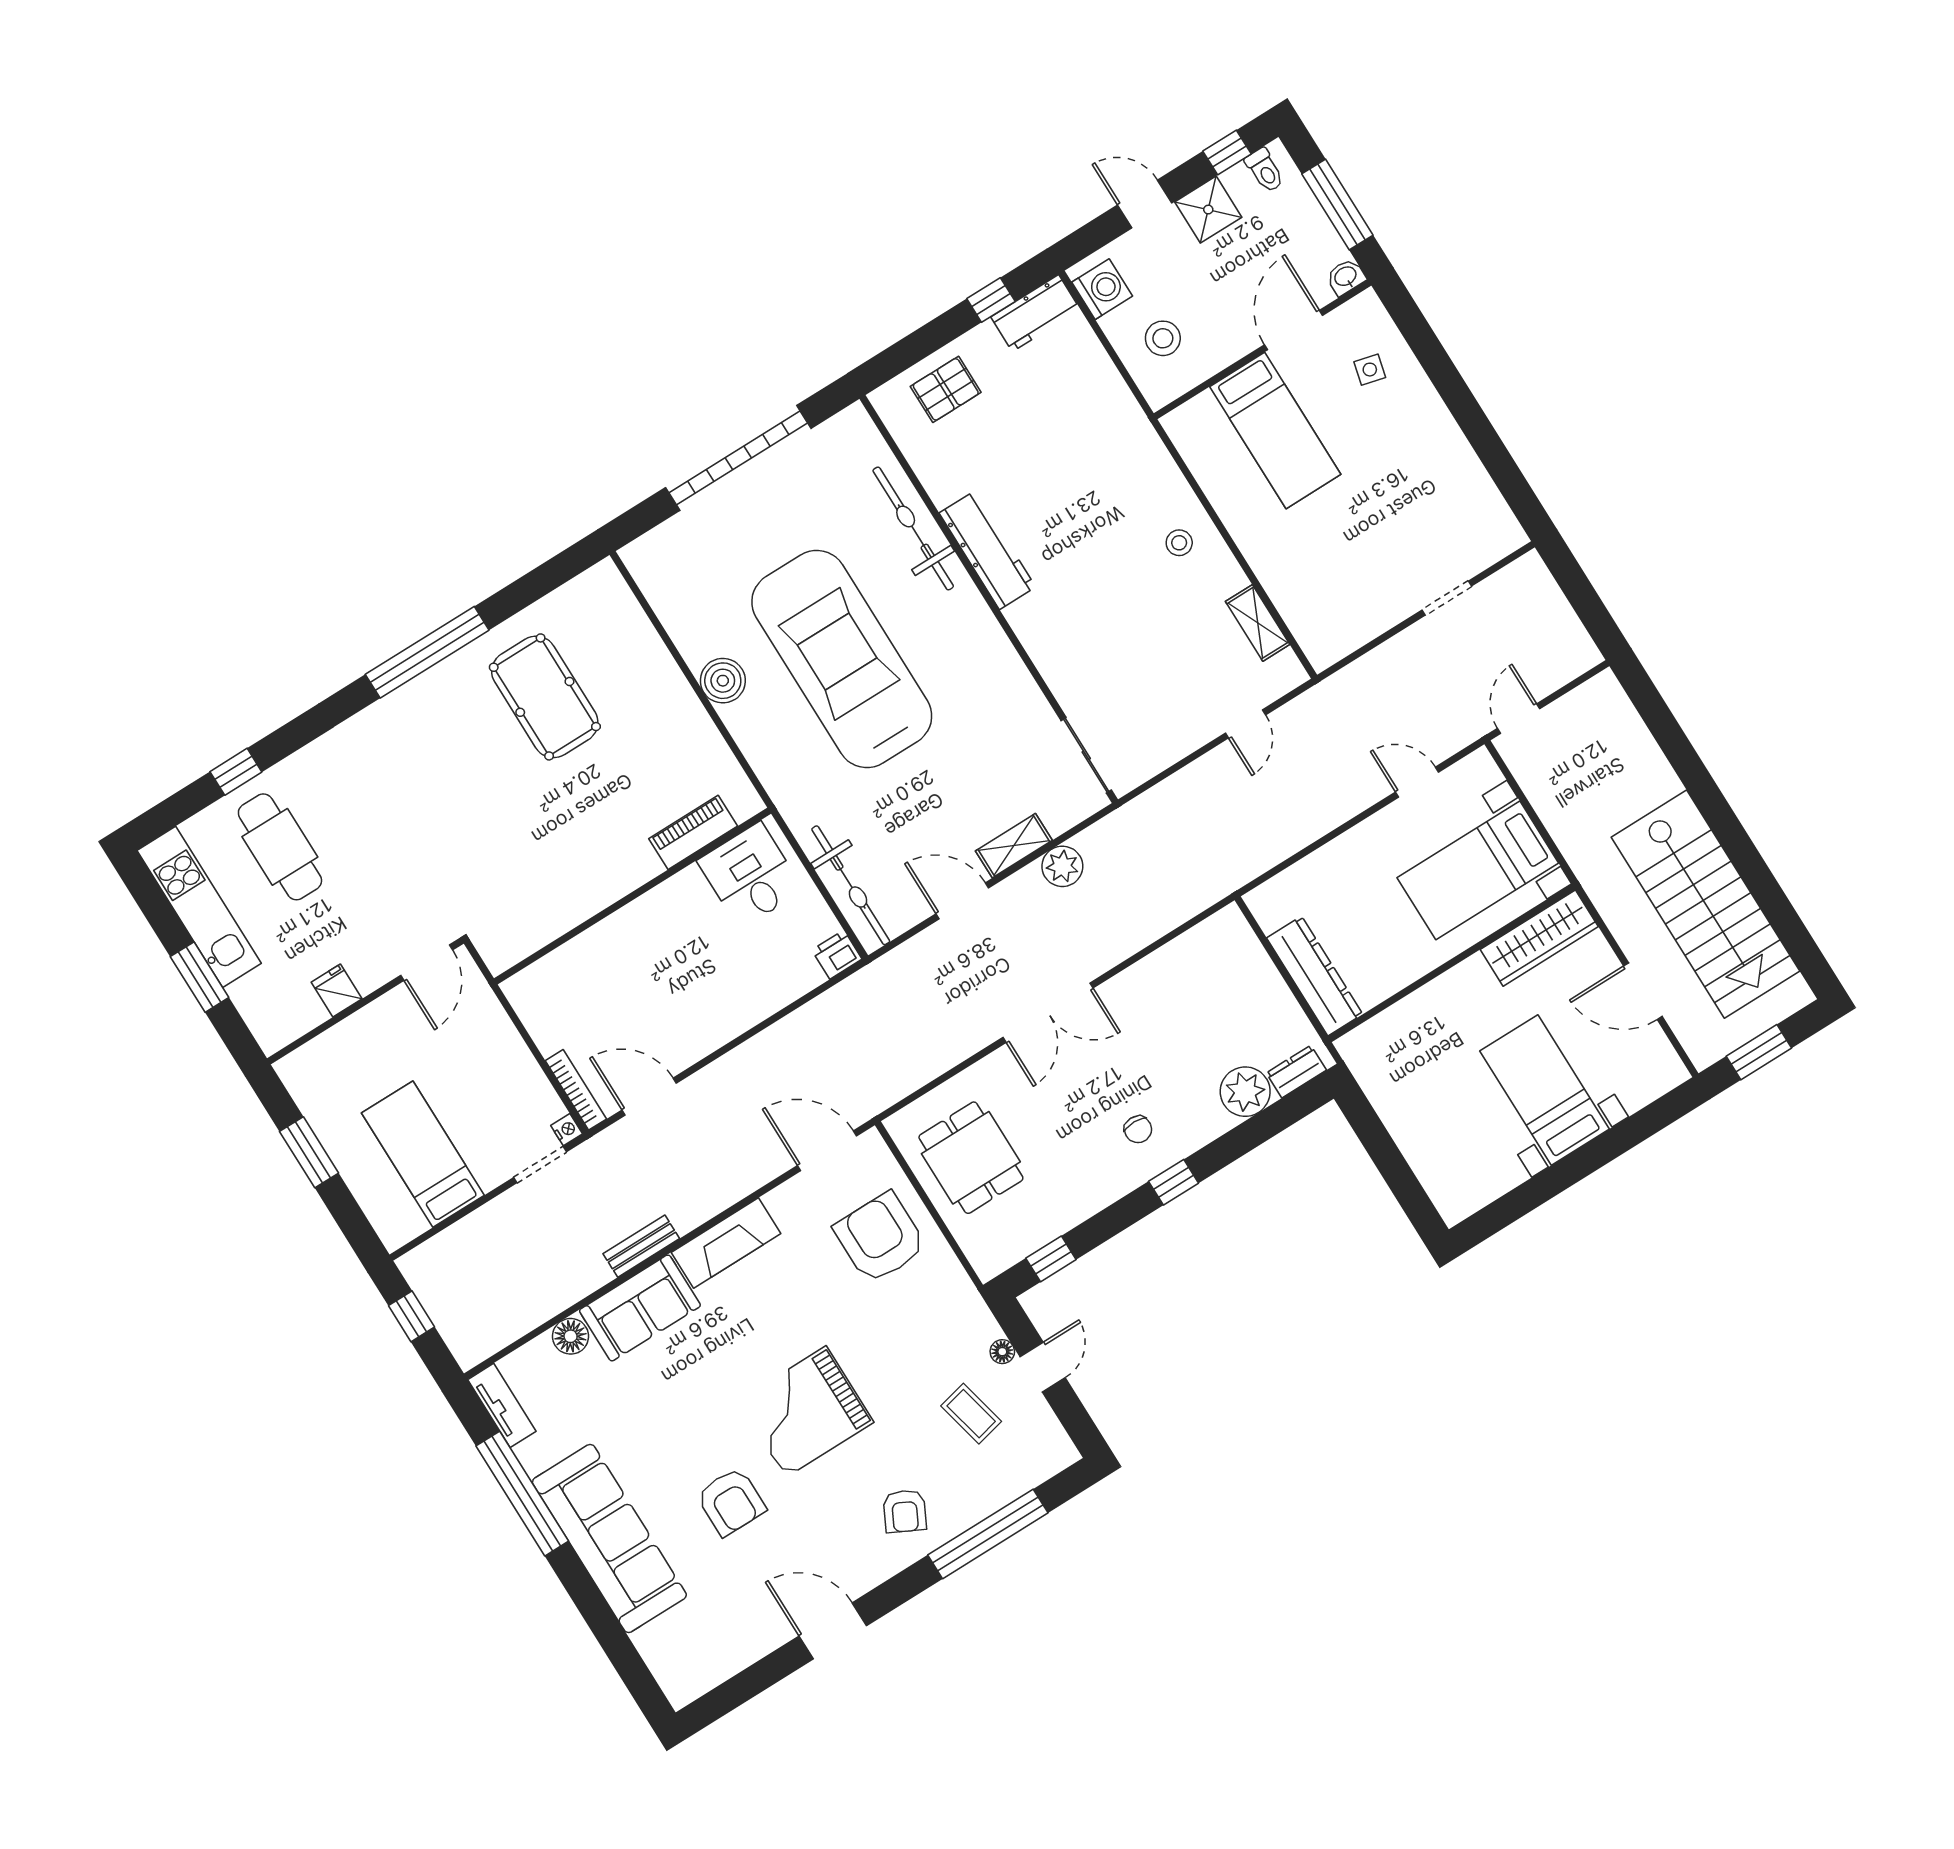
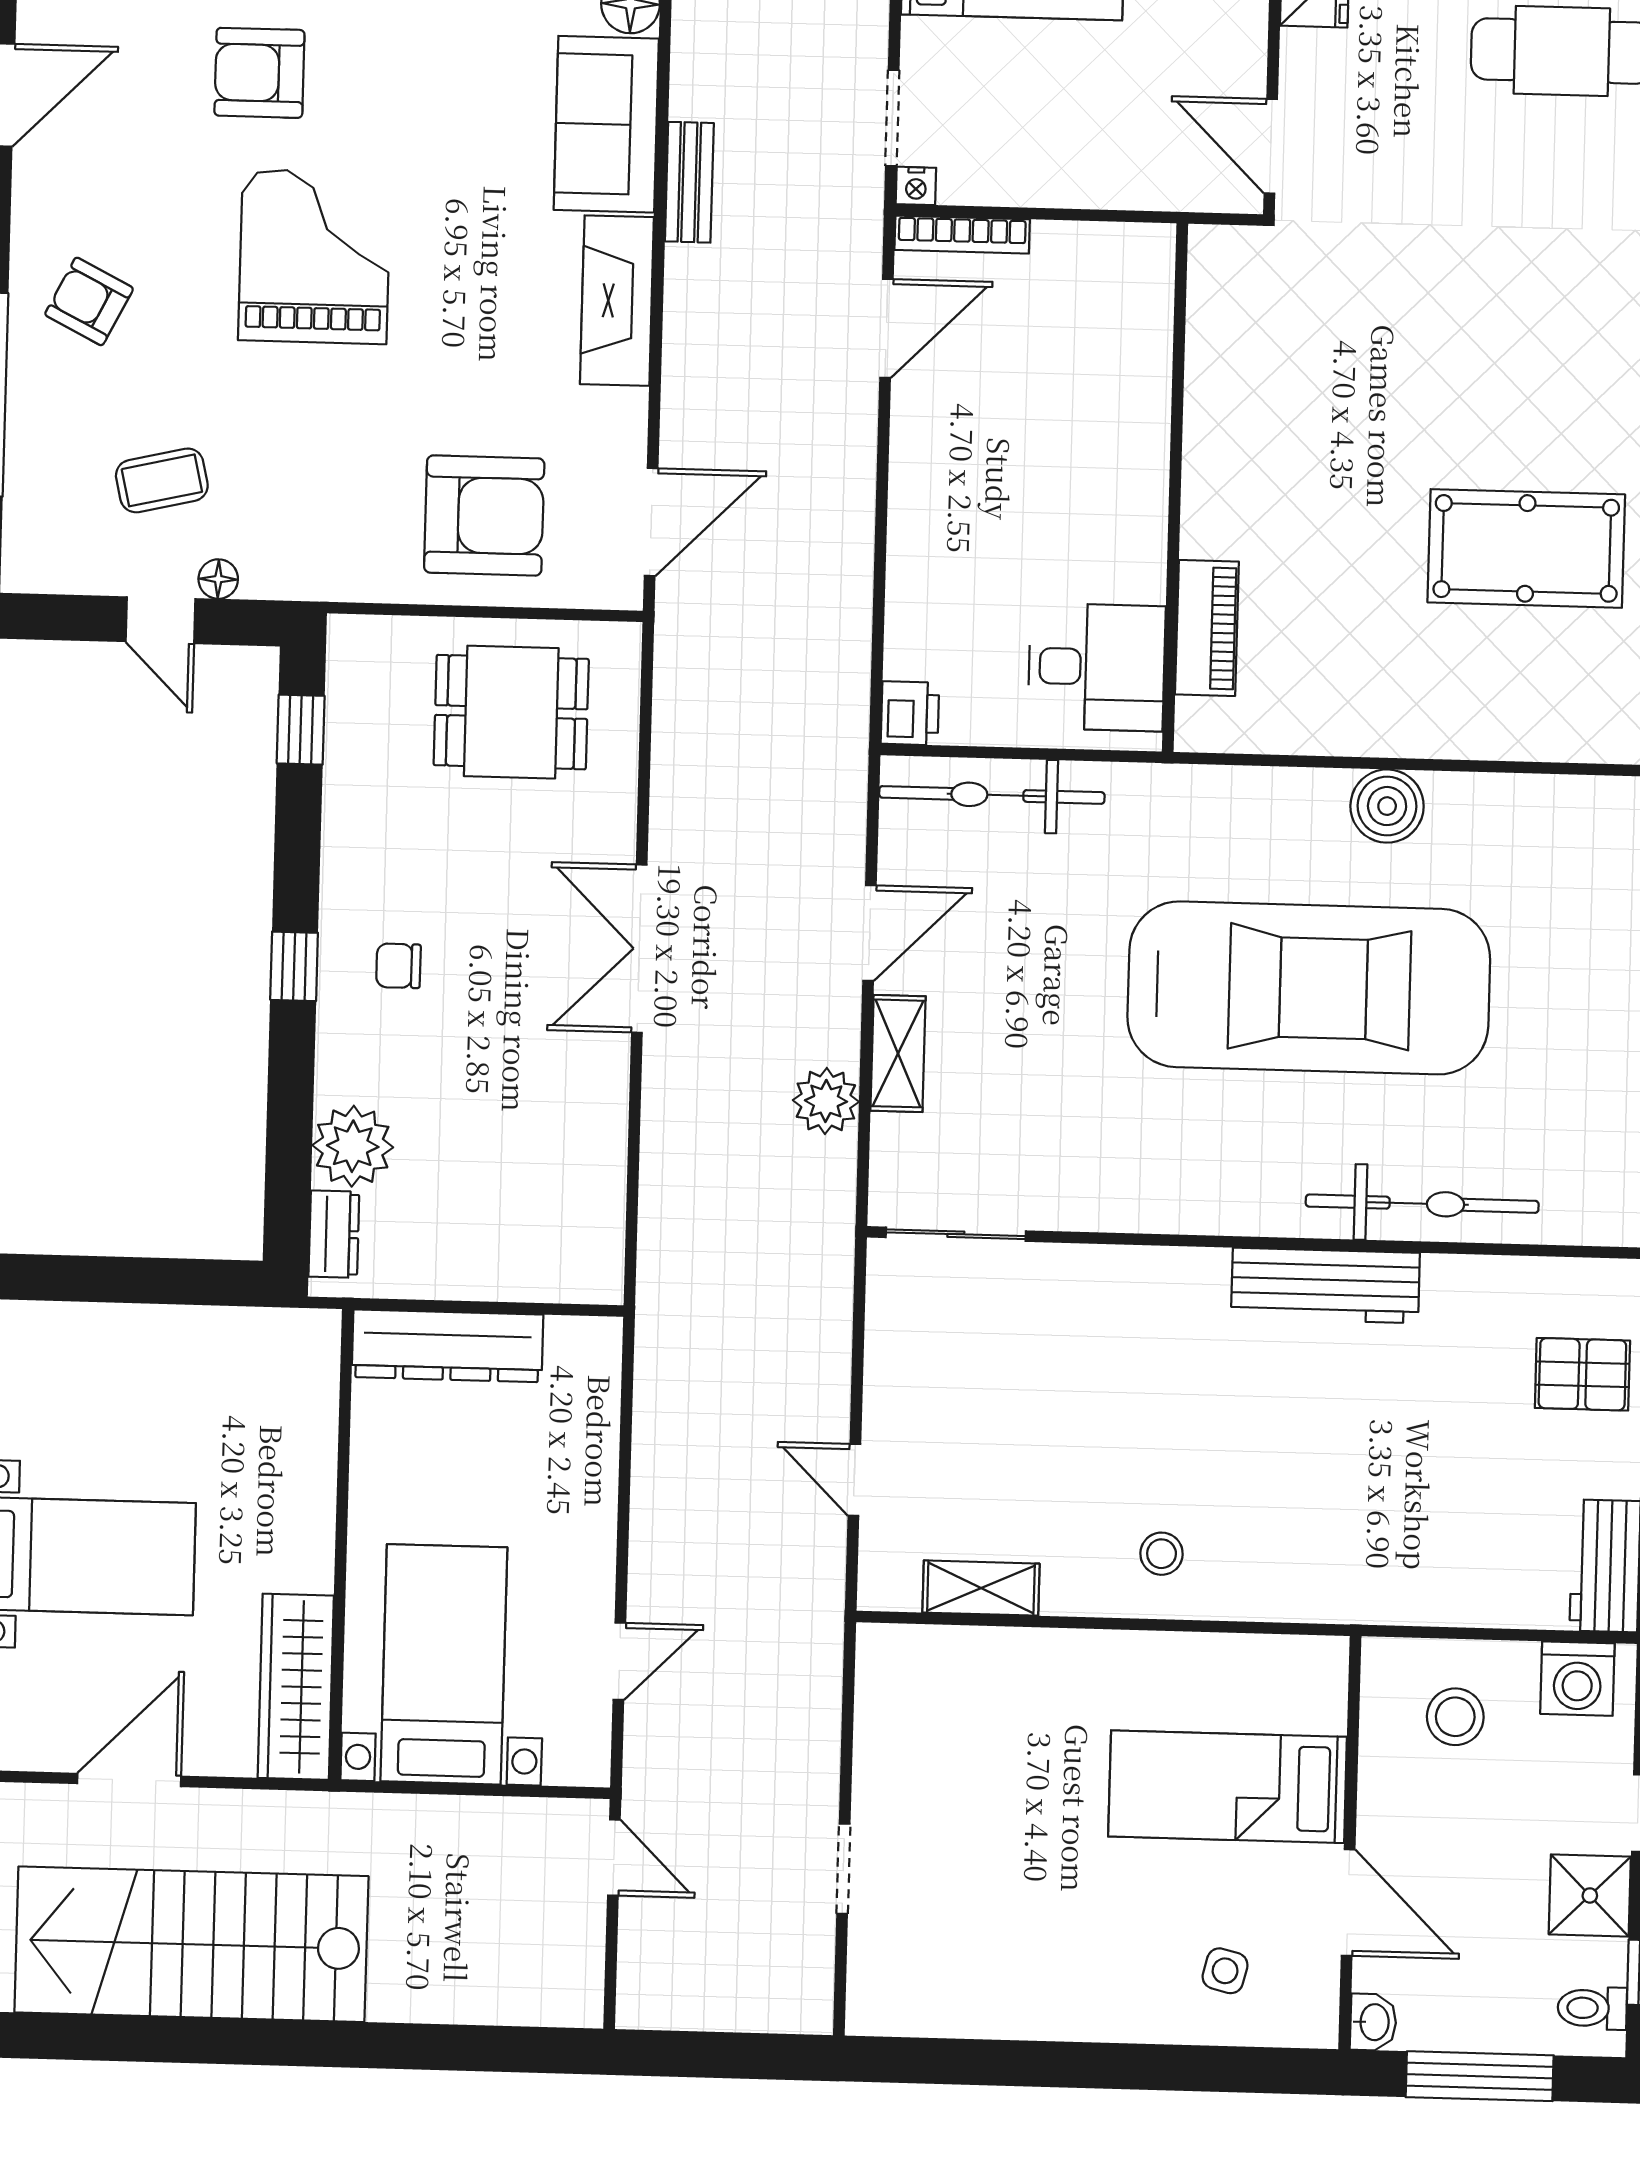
pallet: (946, 389) -> (1582, 1374), turned 90

